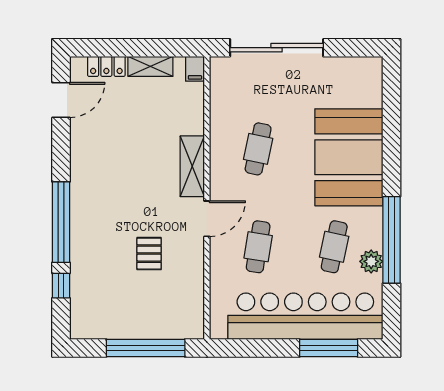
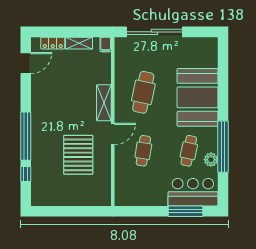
cafe table: (258, 149) -> (143, 92), width x1.37, depth x1.35
pallet: (149, 254) -> (78, 155), width x2.05, depth x2.00
bar counter: (305, 316) -> (193, 192), width x0.54
window: (146, 348) -> (76, 211), removed

